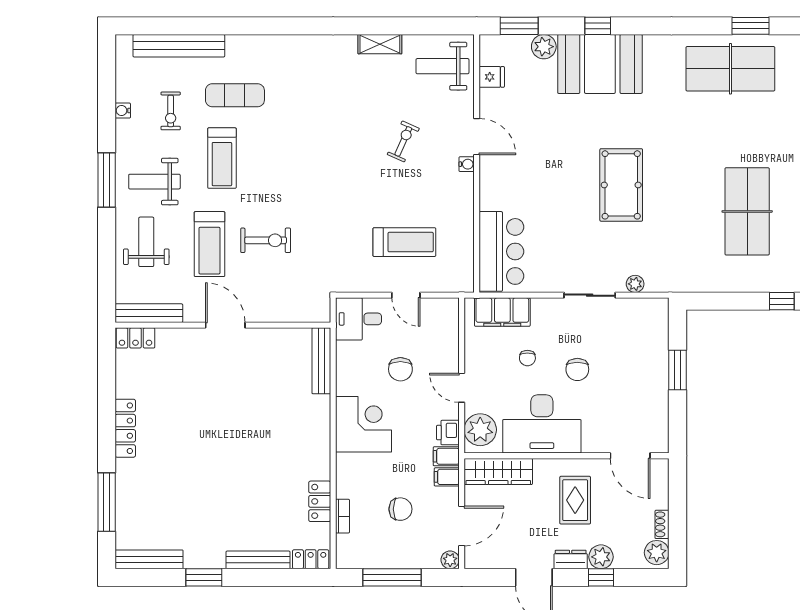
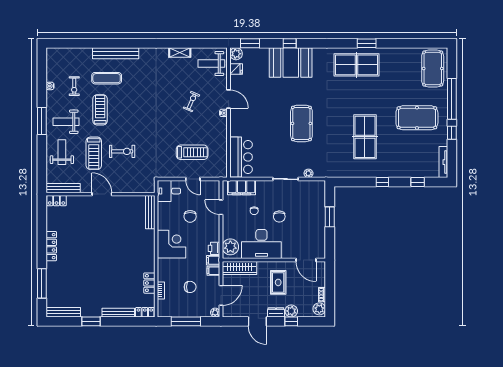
bench: (179, 46) -> (116, 53), moved
plant: (544, 47) -> (236, 54), moved
treadmill: (222, 158) -> (100, 110), turned 180
door: (462, 388) -> (221, 207), moved

